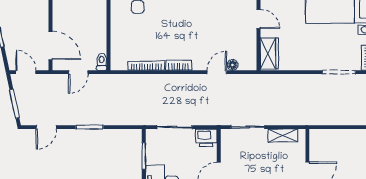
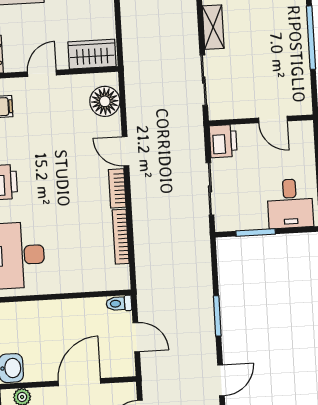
door: (50, 46) -> (79, 382), moved
floor lamp: (233, 65) -> (105, 101), width x1.89, depth x1.89
door: (217, 72) -> (126, 151), moved
door: (46, 127) -> (221, 380), hinge flipped

